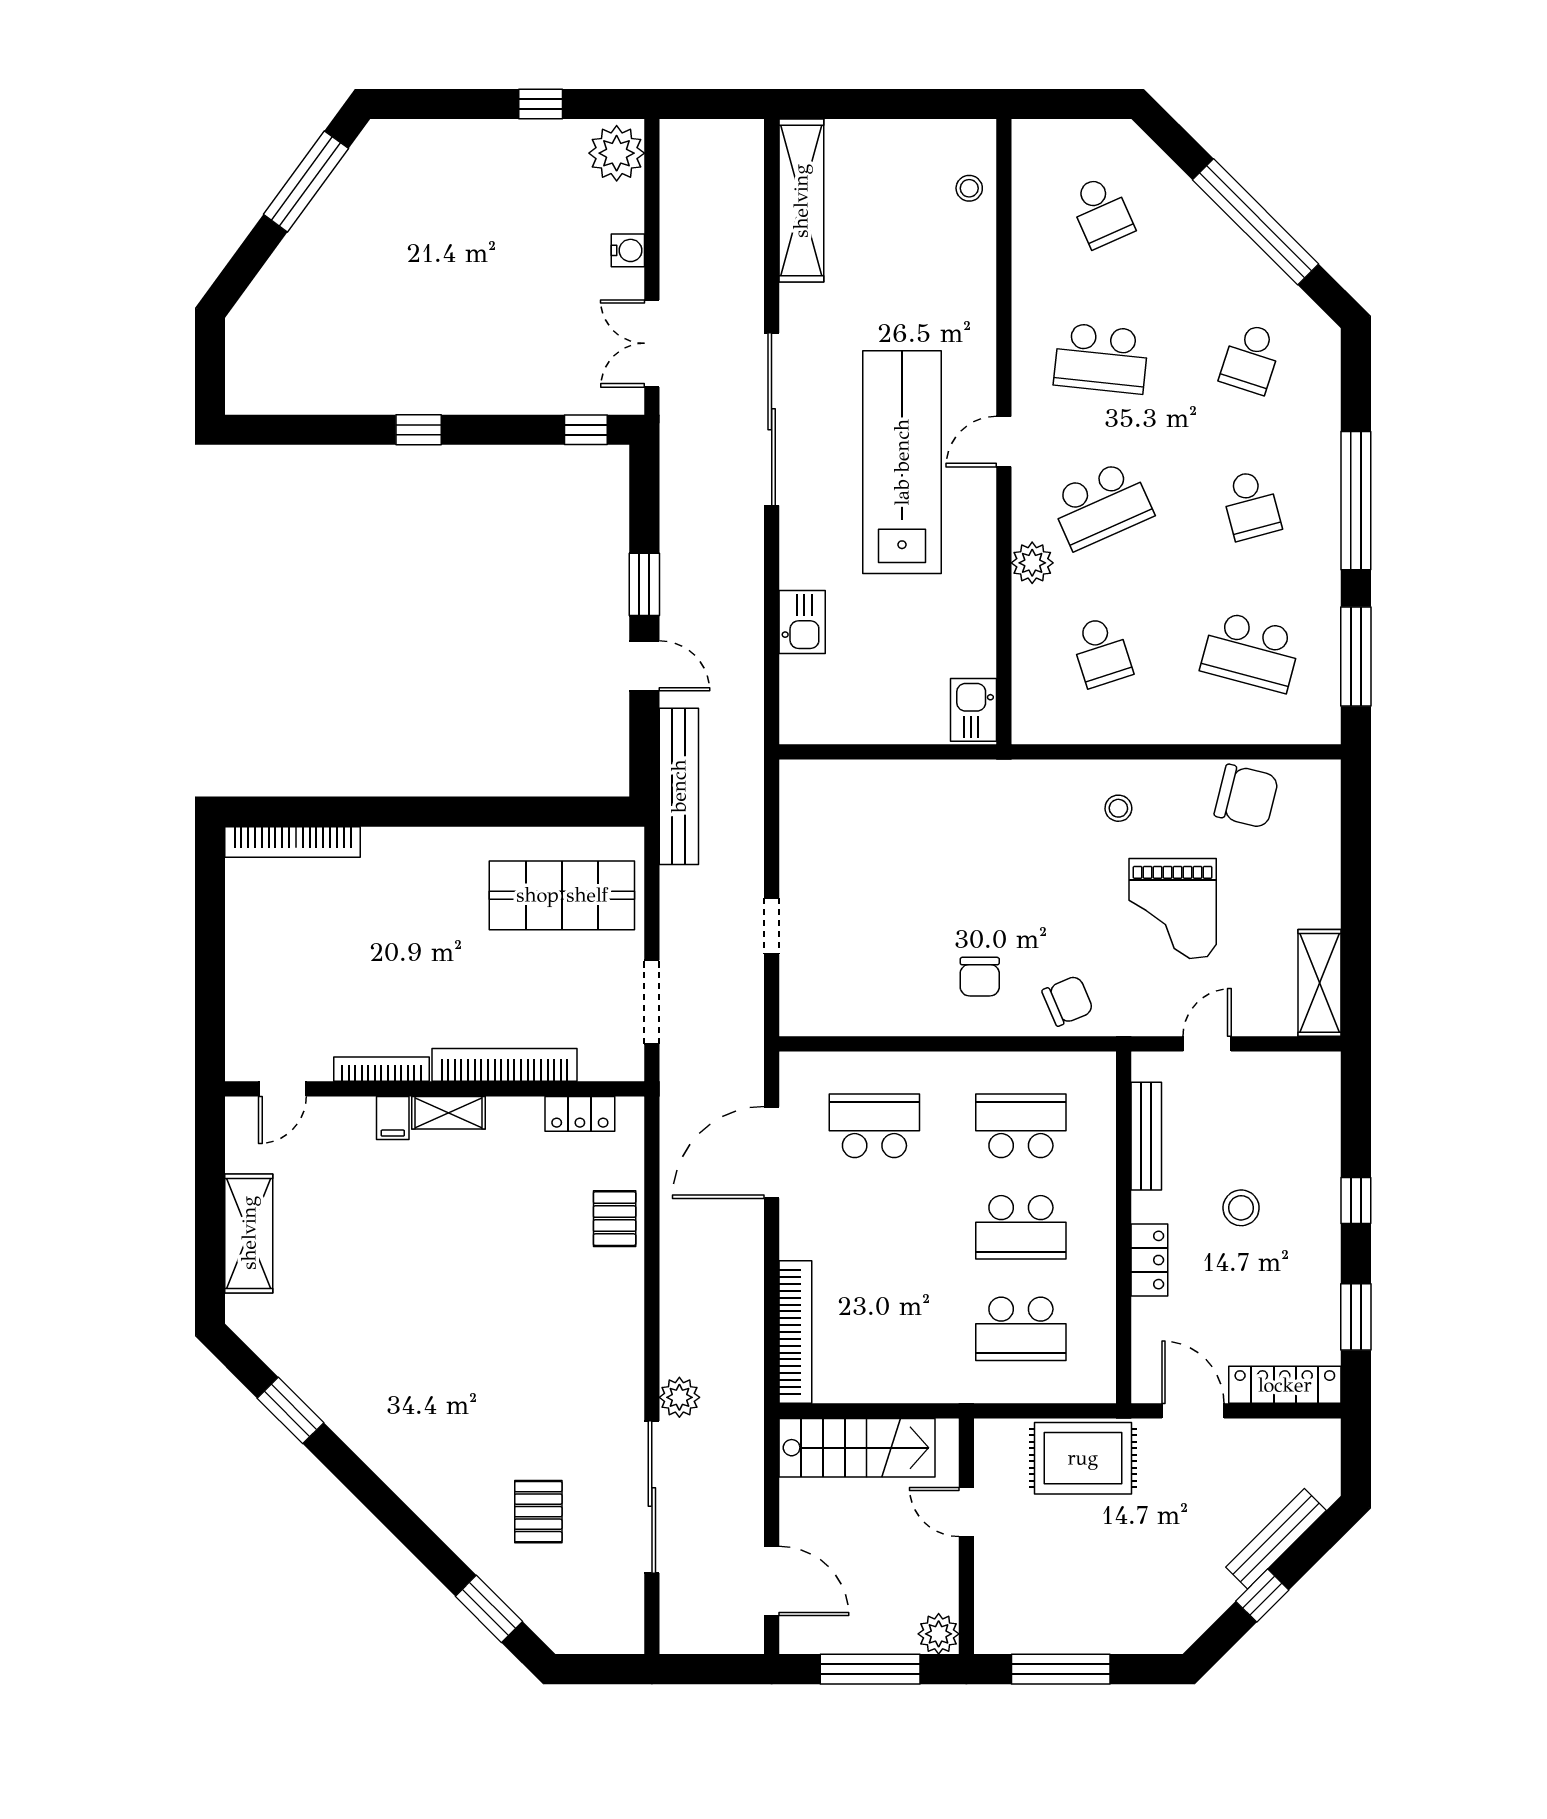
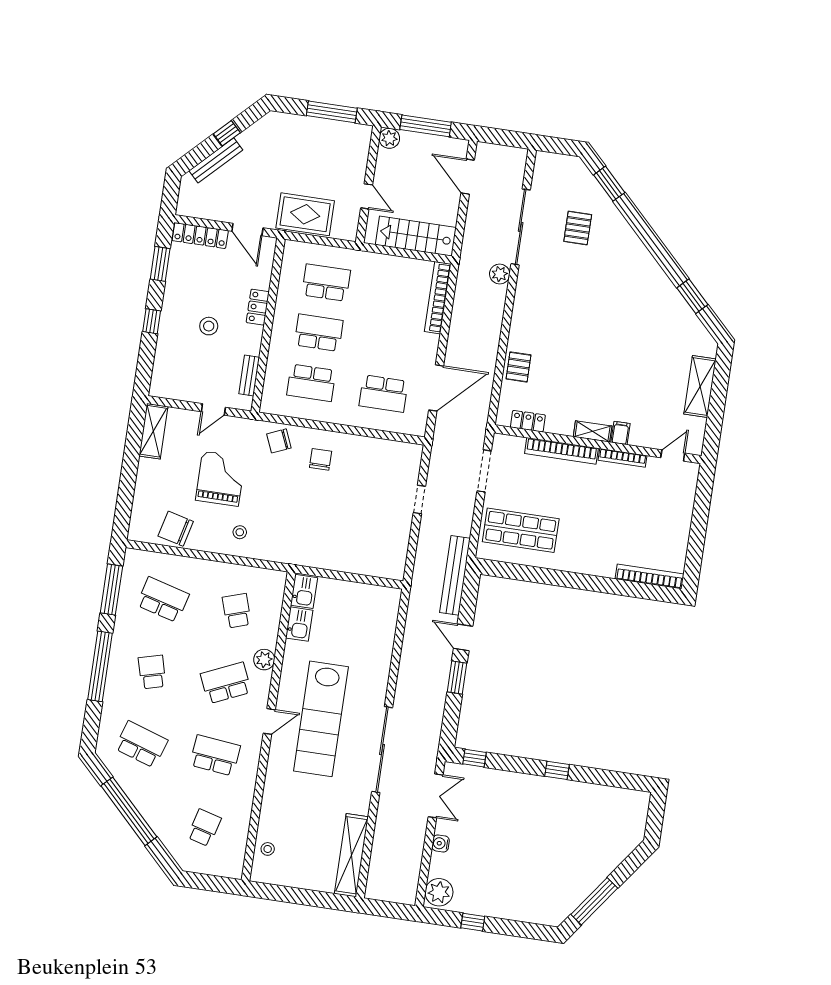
school desk: (1101, 212) -> (204, 828), turned 39
school desk: (1251, 358) -> (141, 744), width x1.85
kitchen sink: (802, 622) -> (299, 624), moved, turned 180
bench: (1146, 1136) -> (249, 376), width x0.73

